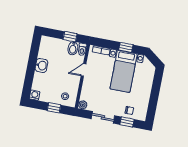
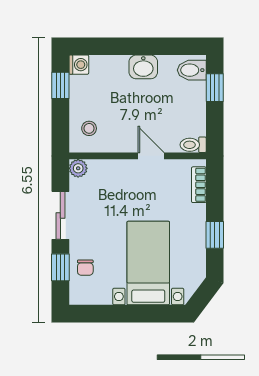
window: (70, 37) -> (215, 88), moved
bidet: (73, 48) -> (192, 70), moved
bed with nightstands: (124, 71) -> (148, 263), moved, turned 90
window: (54, 108) -> (60, 85), moved

